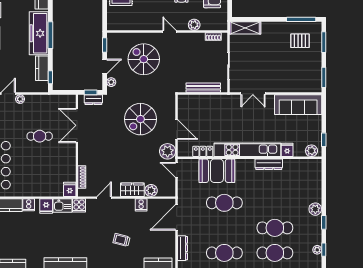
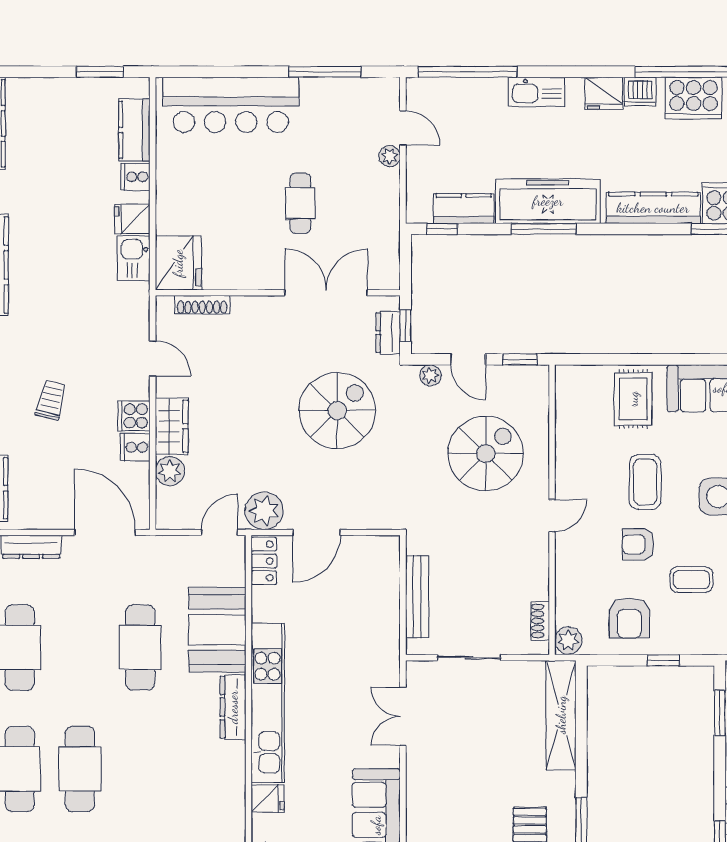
plant: (194, 25) -> (568, 640), moved
shelving: (245, 28) -> (561, 715), width x1.47
spiral stairs: (140, 119) -> (337, 411), moved, turned 90
locker: (203, 151) -> (264, 561), moved
dresser: (269, 164) -> (233, 707), moved
fridge: (70, 189) -> (178, 263), width x1.88, depth x1.34
cooker: (79, 205) -> (134, 416), moved

